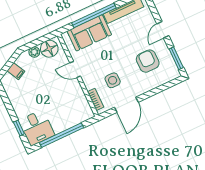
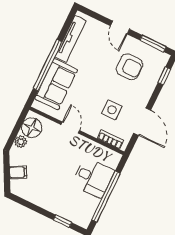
armchair: (148, 61) -> (129, 67), turned 180
door: (75, 70) -> (70, 128), swing flipped
window: (166, 86) -> (164, 76), added
desk: (37, 128) -> (93, 178), moved

